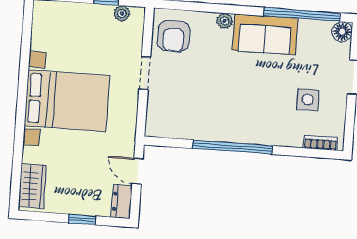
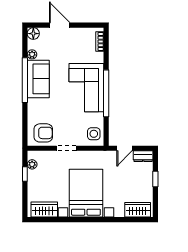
window: (302, 14) -> (25, 80), moved
plant: (225, 21) -> (32, 54), moved
wardrobe: (44, 28) -> (44, 210), added
side table: (308, 100) -> (94, 134), moved
corner sofa: (244, 114) -> (86, 88), added

